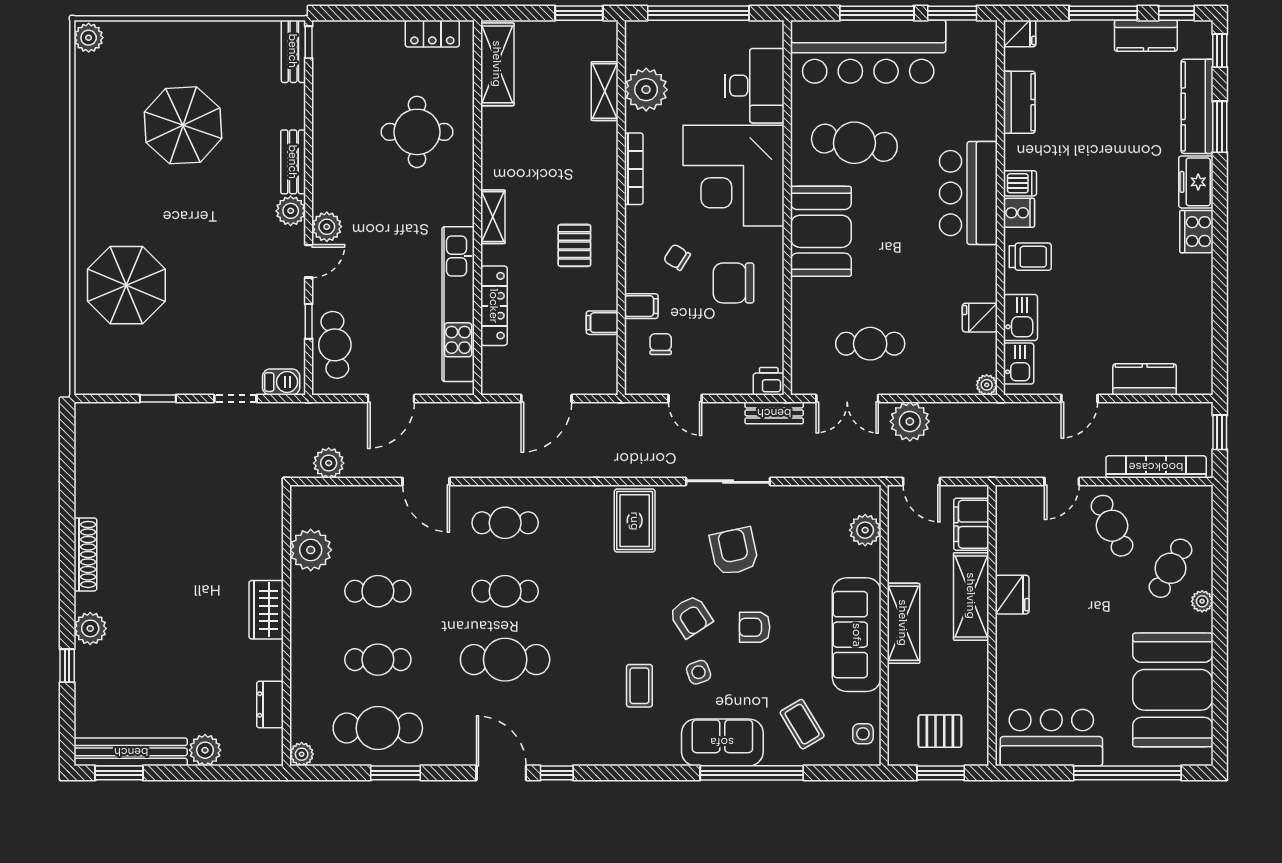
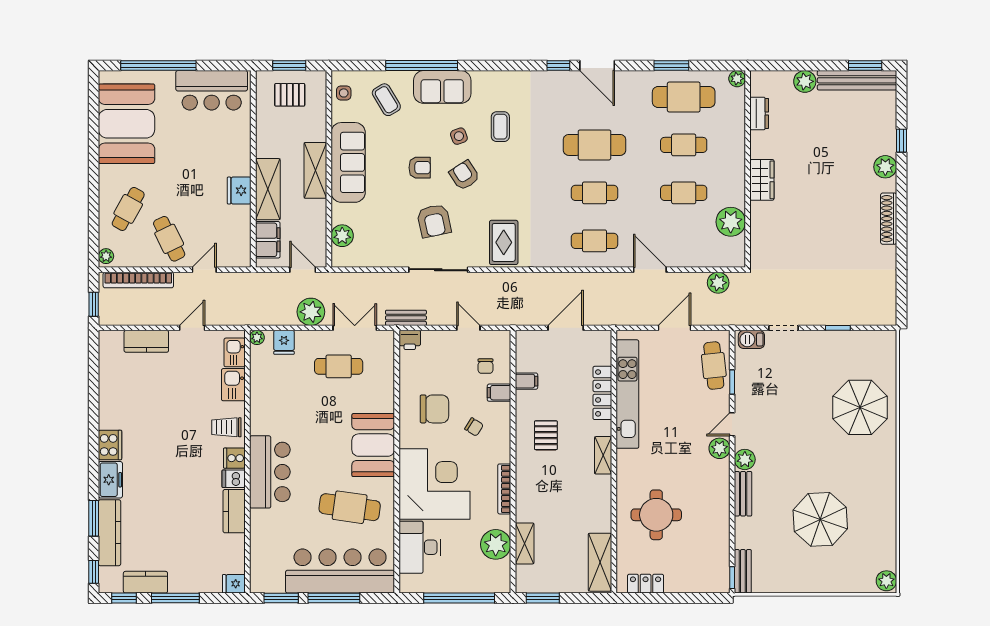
kitchen counter: (1019, 102) -> (234, 511), moved
fridge: (980, 318) -> (284, 342), moved, turned 90
plant: (1202, 601) -> (106, 256), moved

